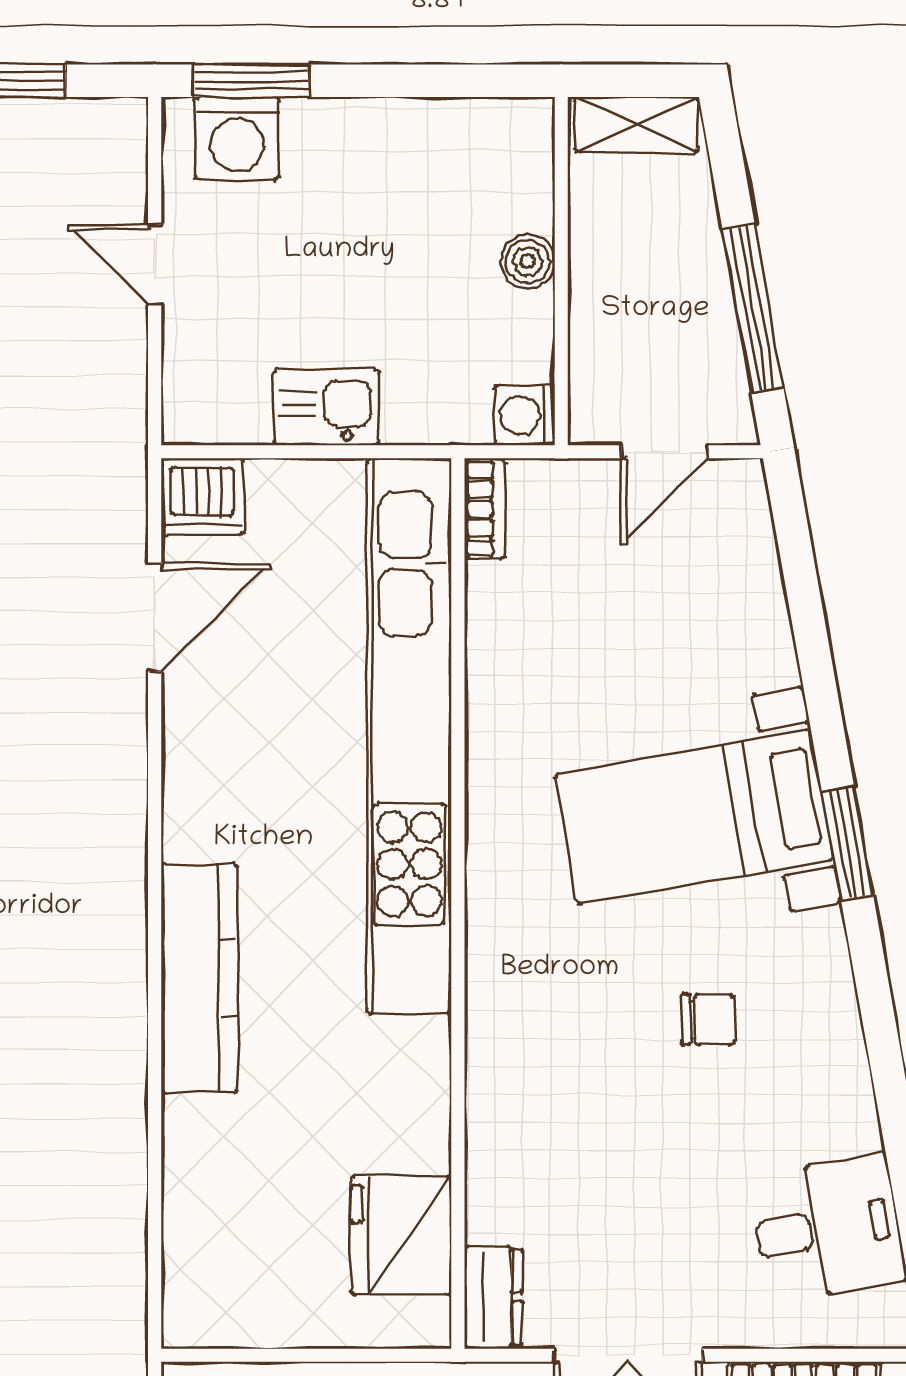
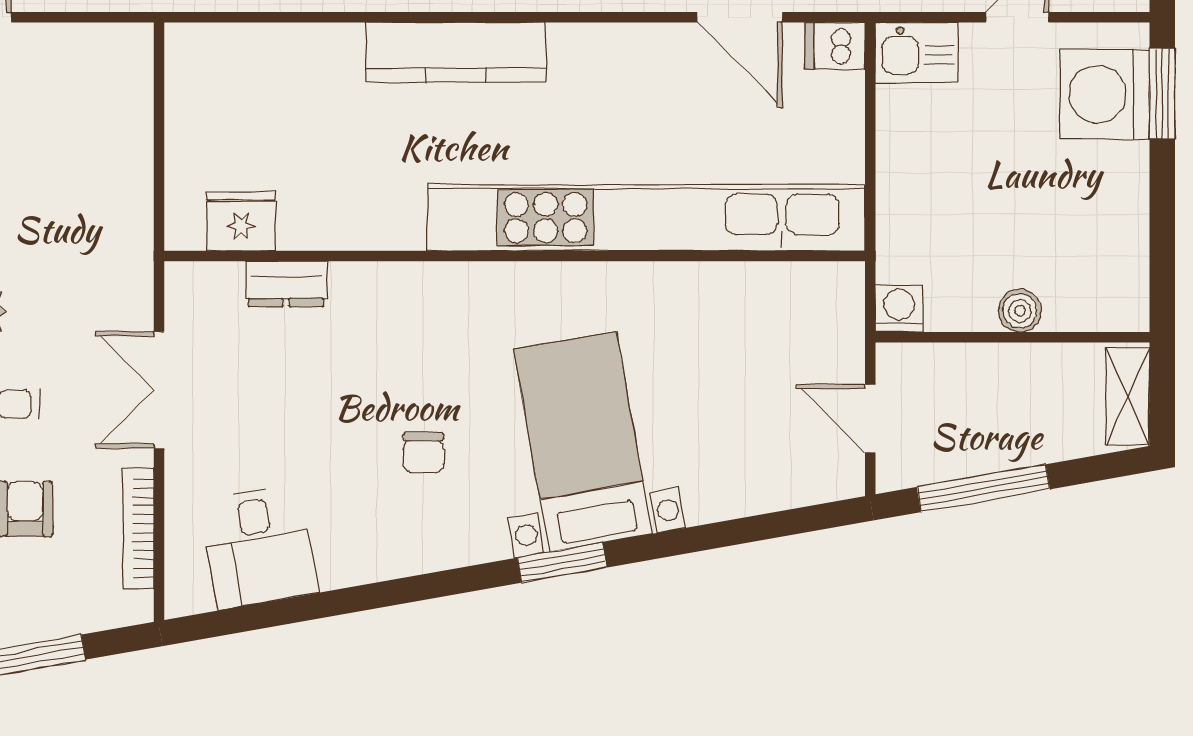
washing machine: (237, 138) -> (1105, 94), width x1.37, depth x1.37
kitchen sink: (326, 407) -> (917, 52), moved, turned 90
dishwasher: (202, 497) -> (835, 46), width x0.73
bookcase: (485, 509) -> (825, 277), removed
fridge: (401, 1235) -> (241, 221), width x0.73, depth x0.75
dresser: (493, 1297) -> (286, 284), moved

